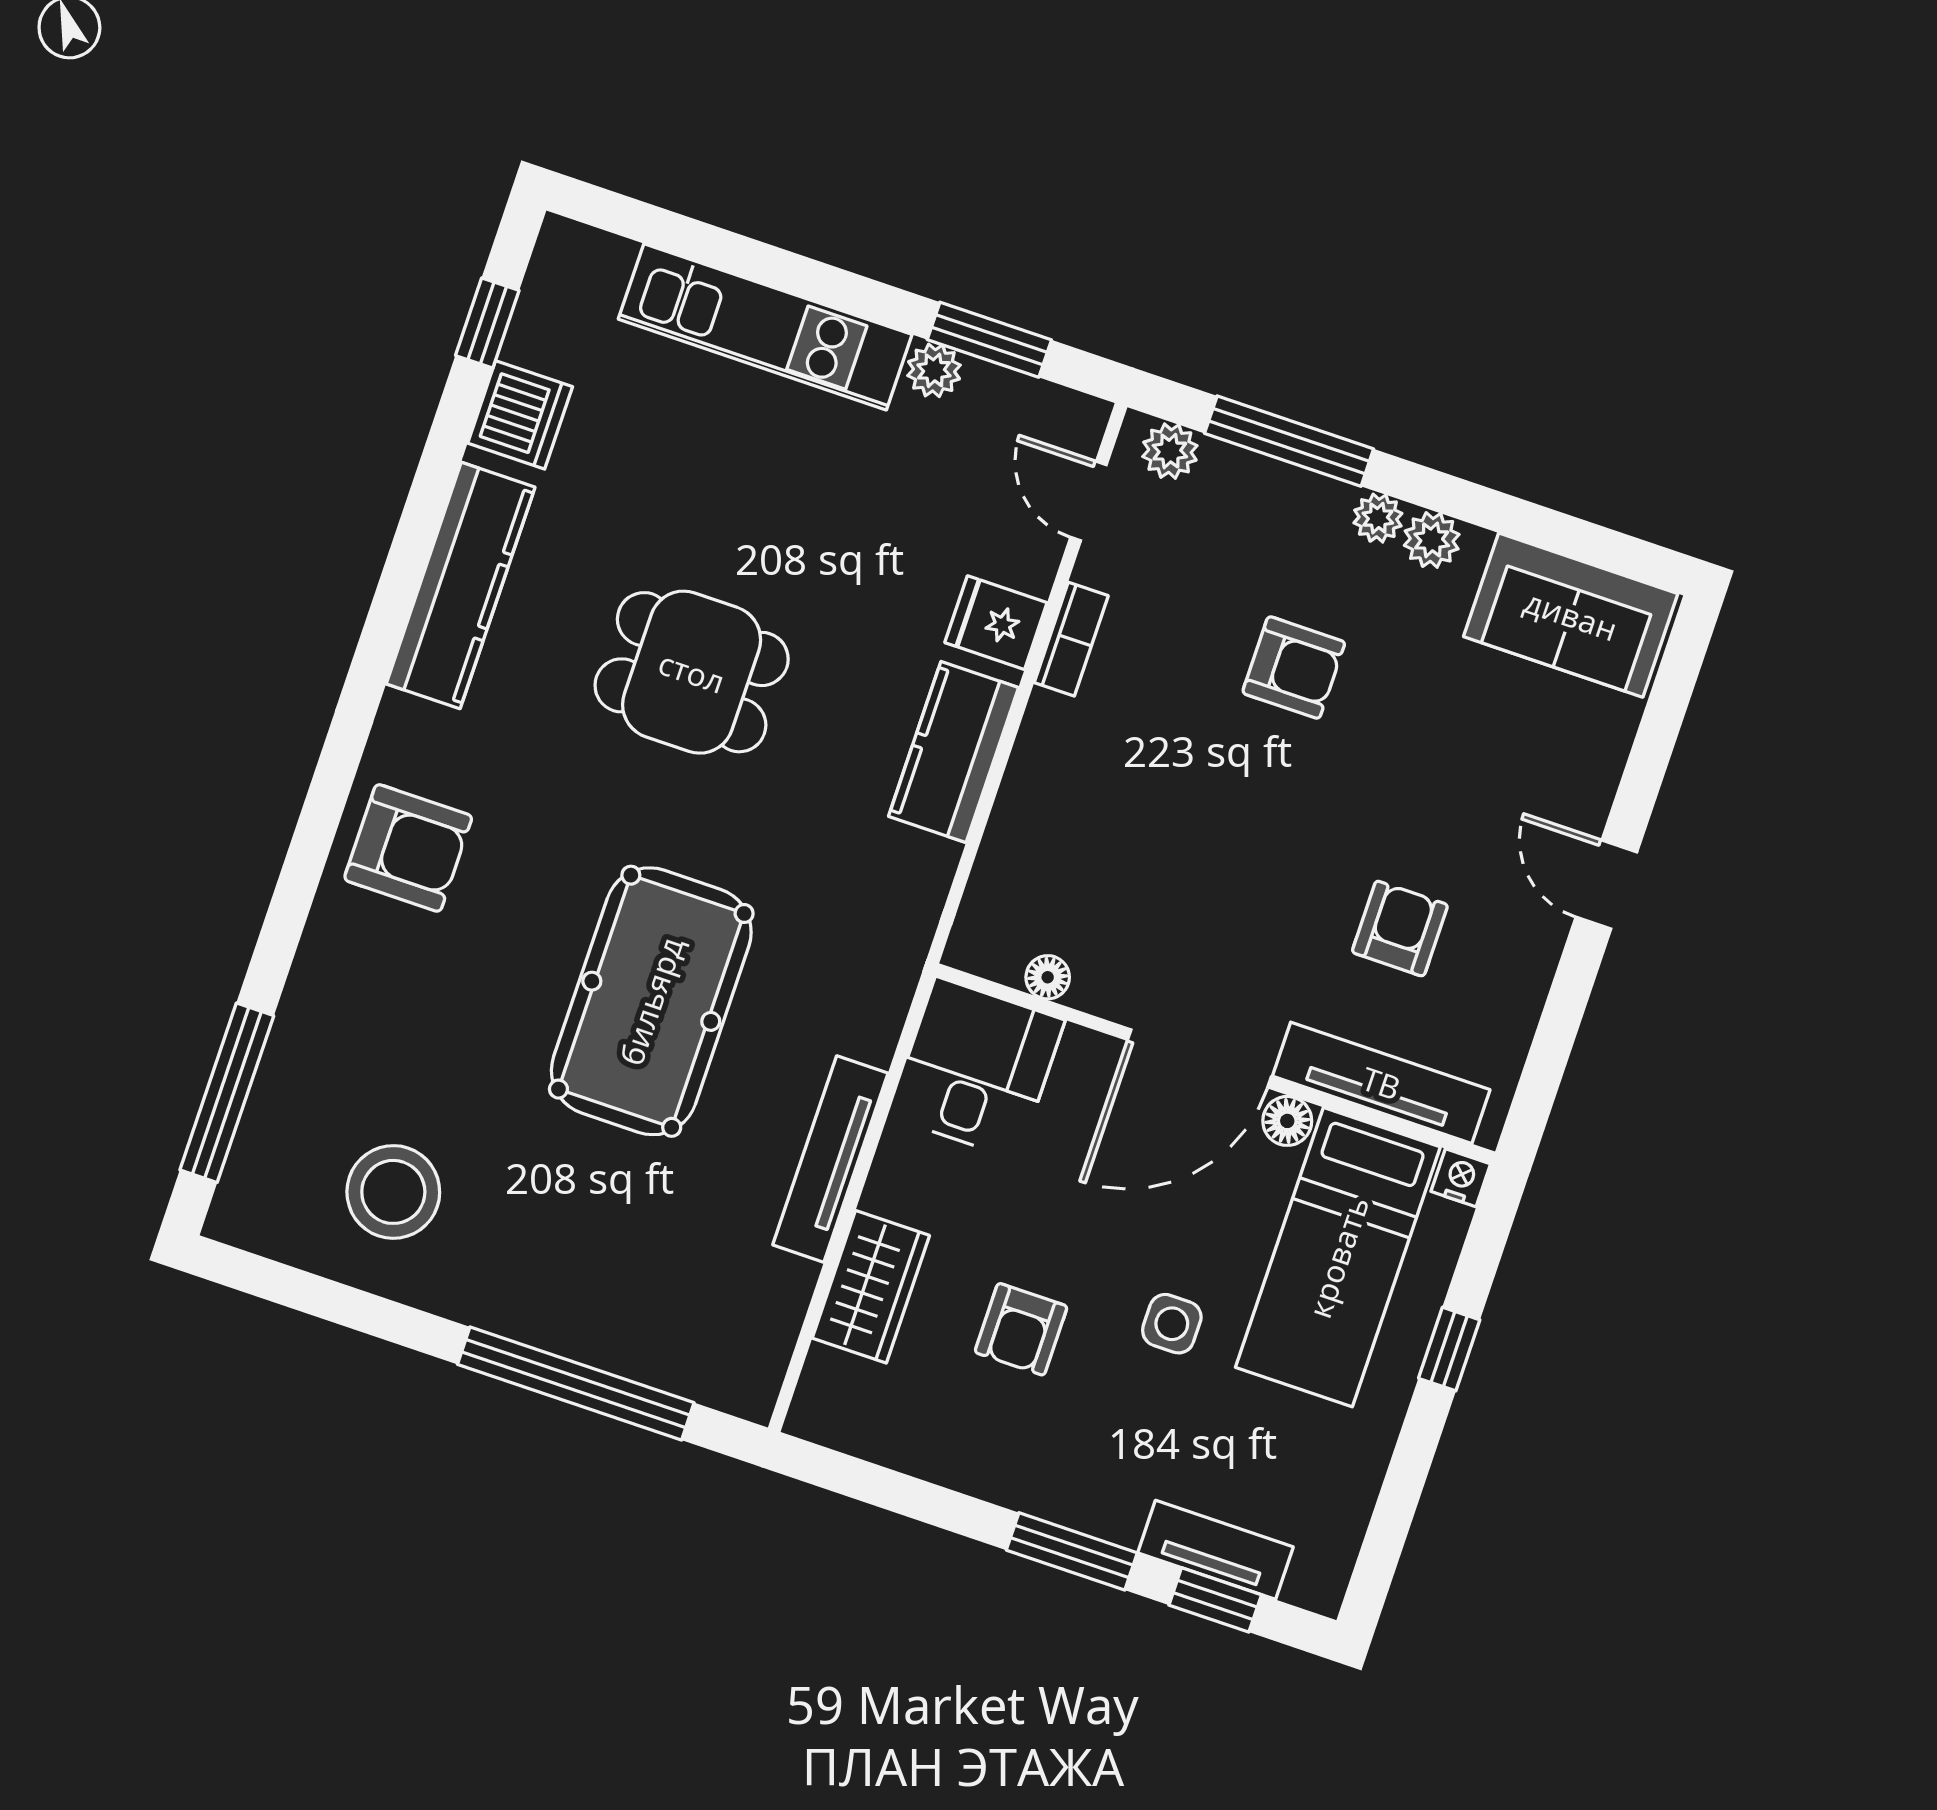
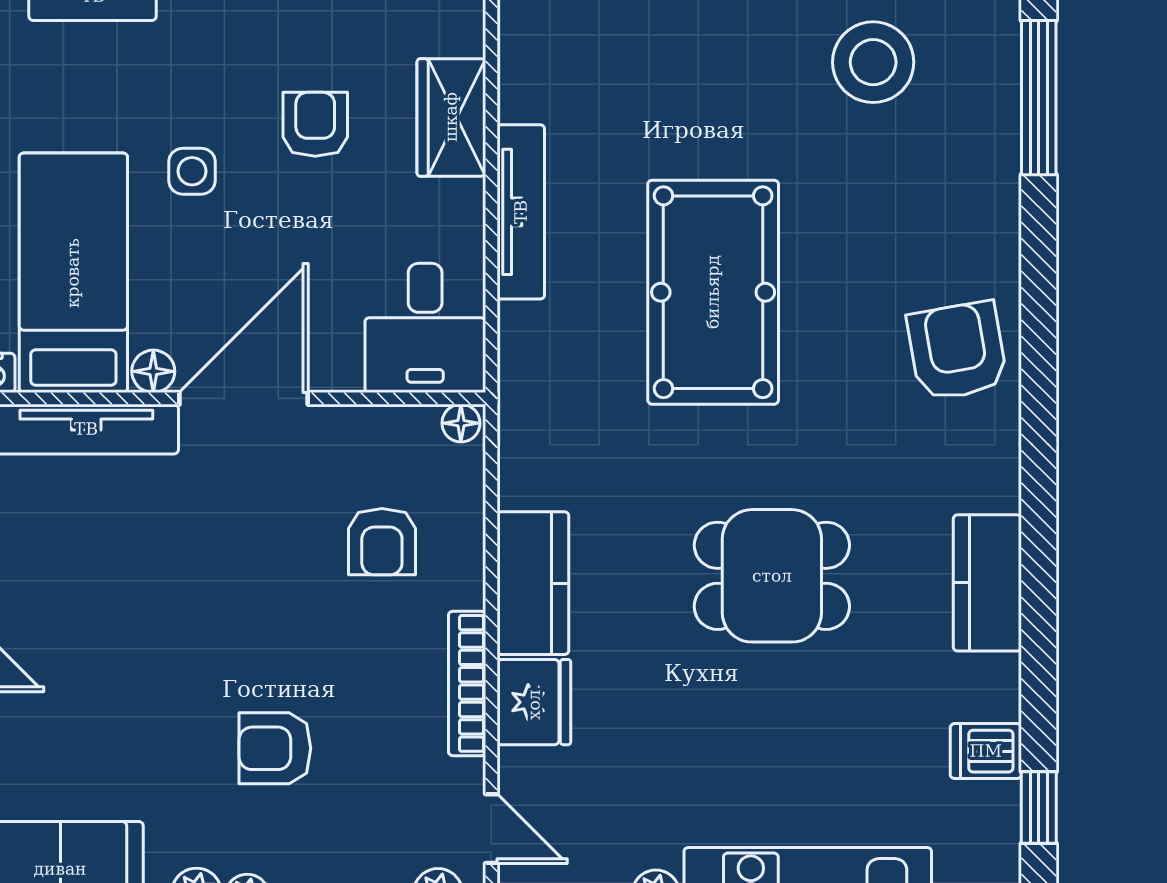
dishwasher: (520, 415) -> (986, 751), width x0.73
kitchen counter: (461, 585) -> (987, 583), width x0.67
fridge: (996, 623) -> (534, 702), width x1.38
bookcase: (1071, 639) -> (467, 683), width x1.56
armchair: (408, 848) -> (957, 351), turned 80
armchair: (1400, 929) -> (382, 542), moved
floor lamp: (1048, 977) -> (461, 423), moved

